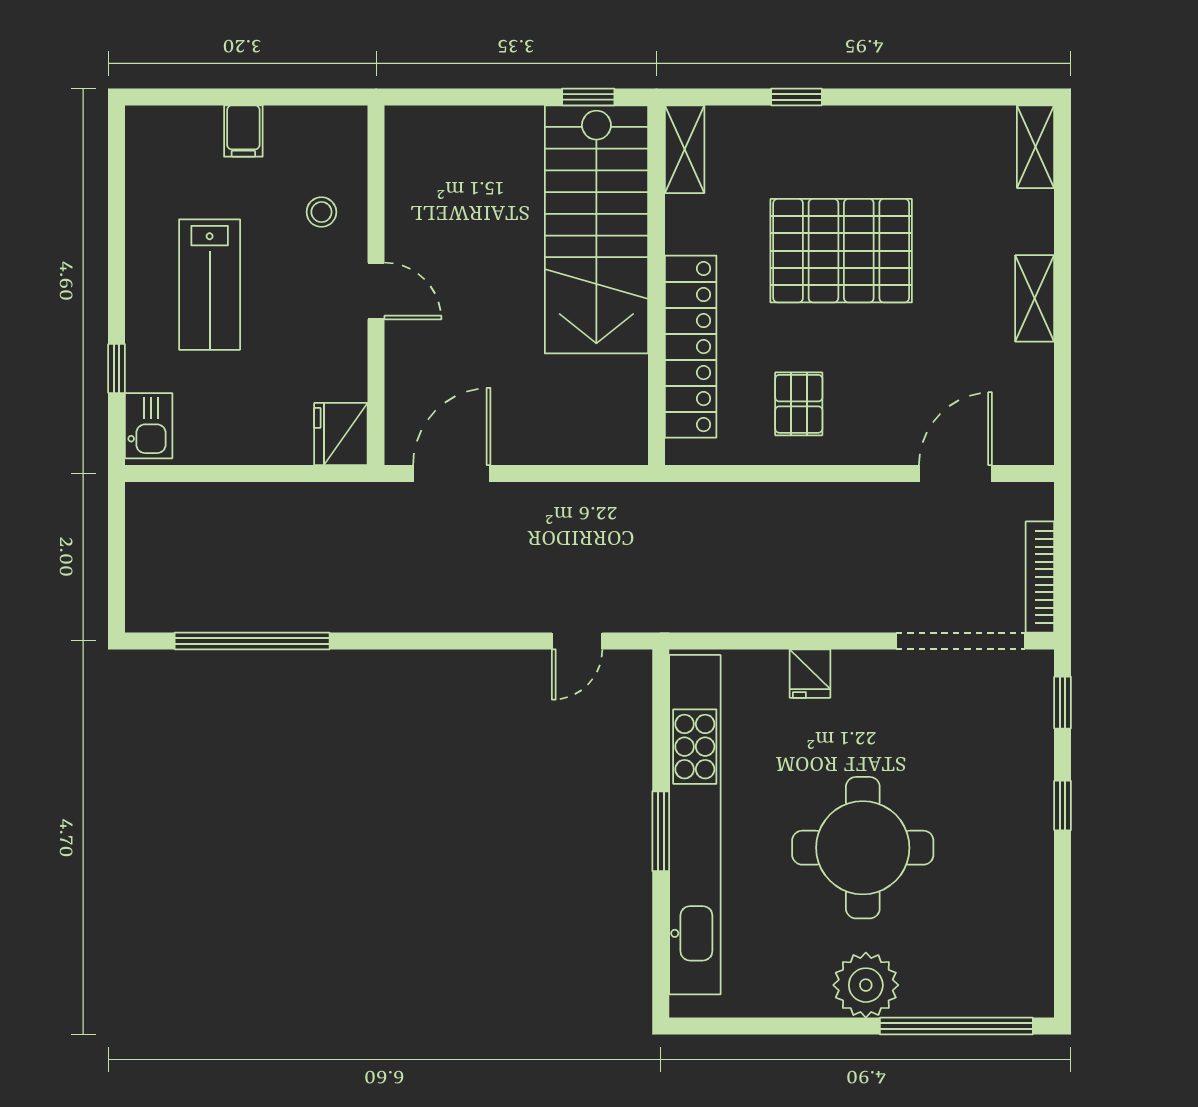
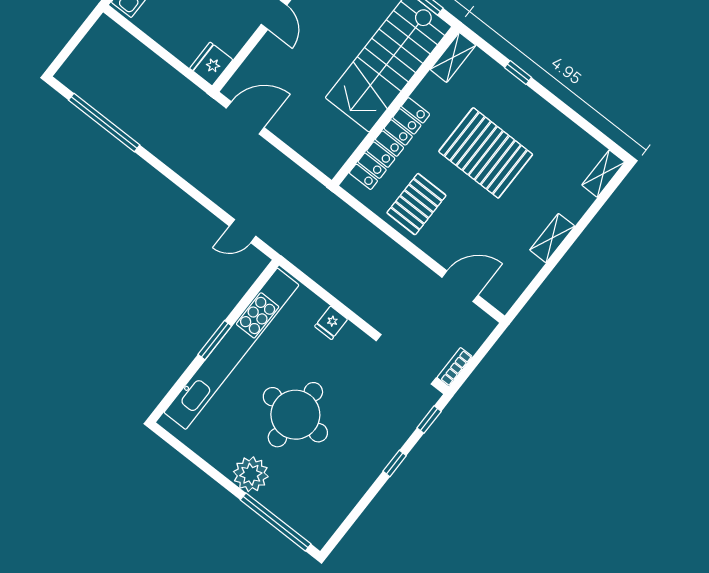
pallet: (799, 404) -> (416, 204), width x1.50, depth x1.42
bookcase: (1040, 577) -> (455, 367), width x0.64

